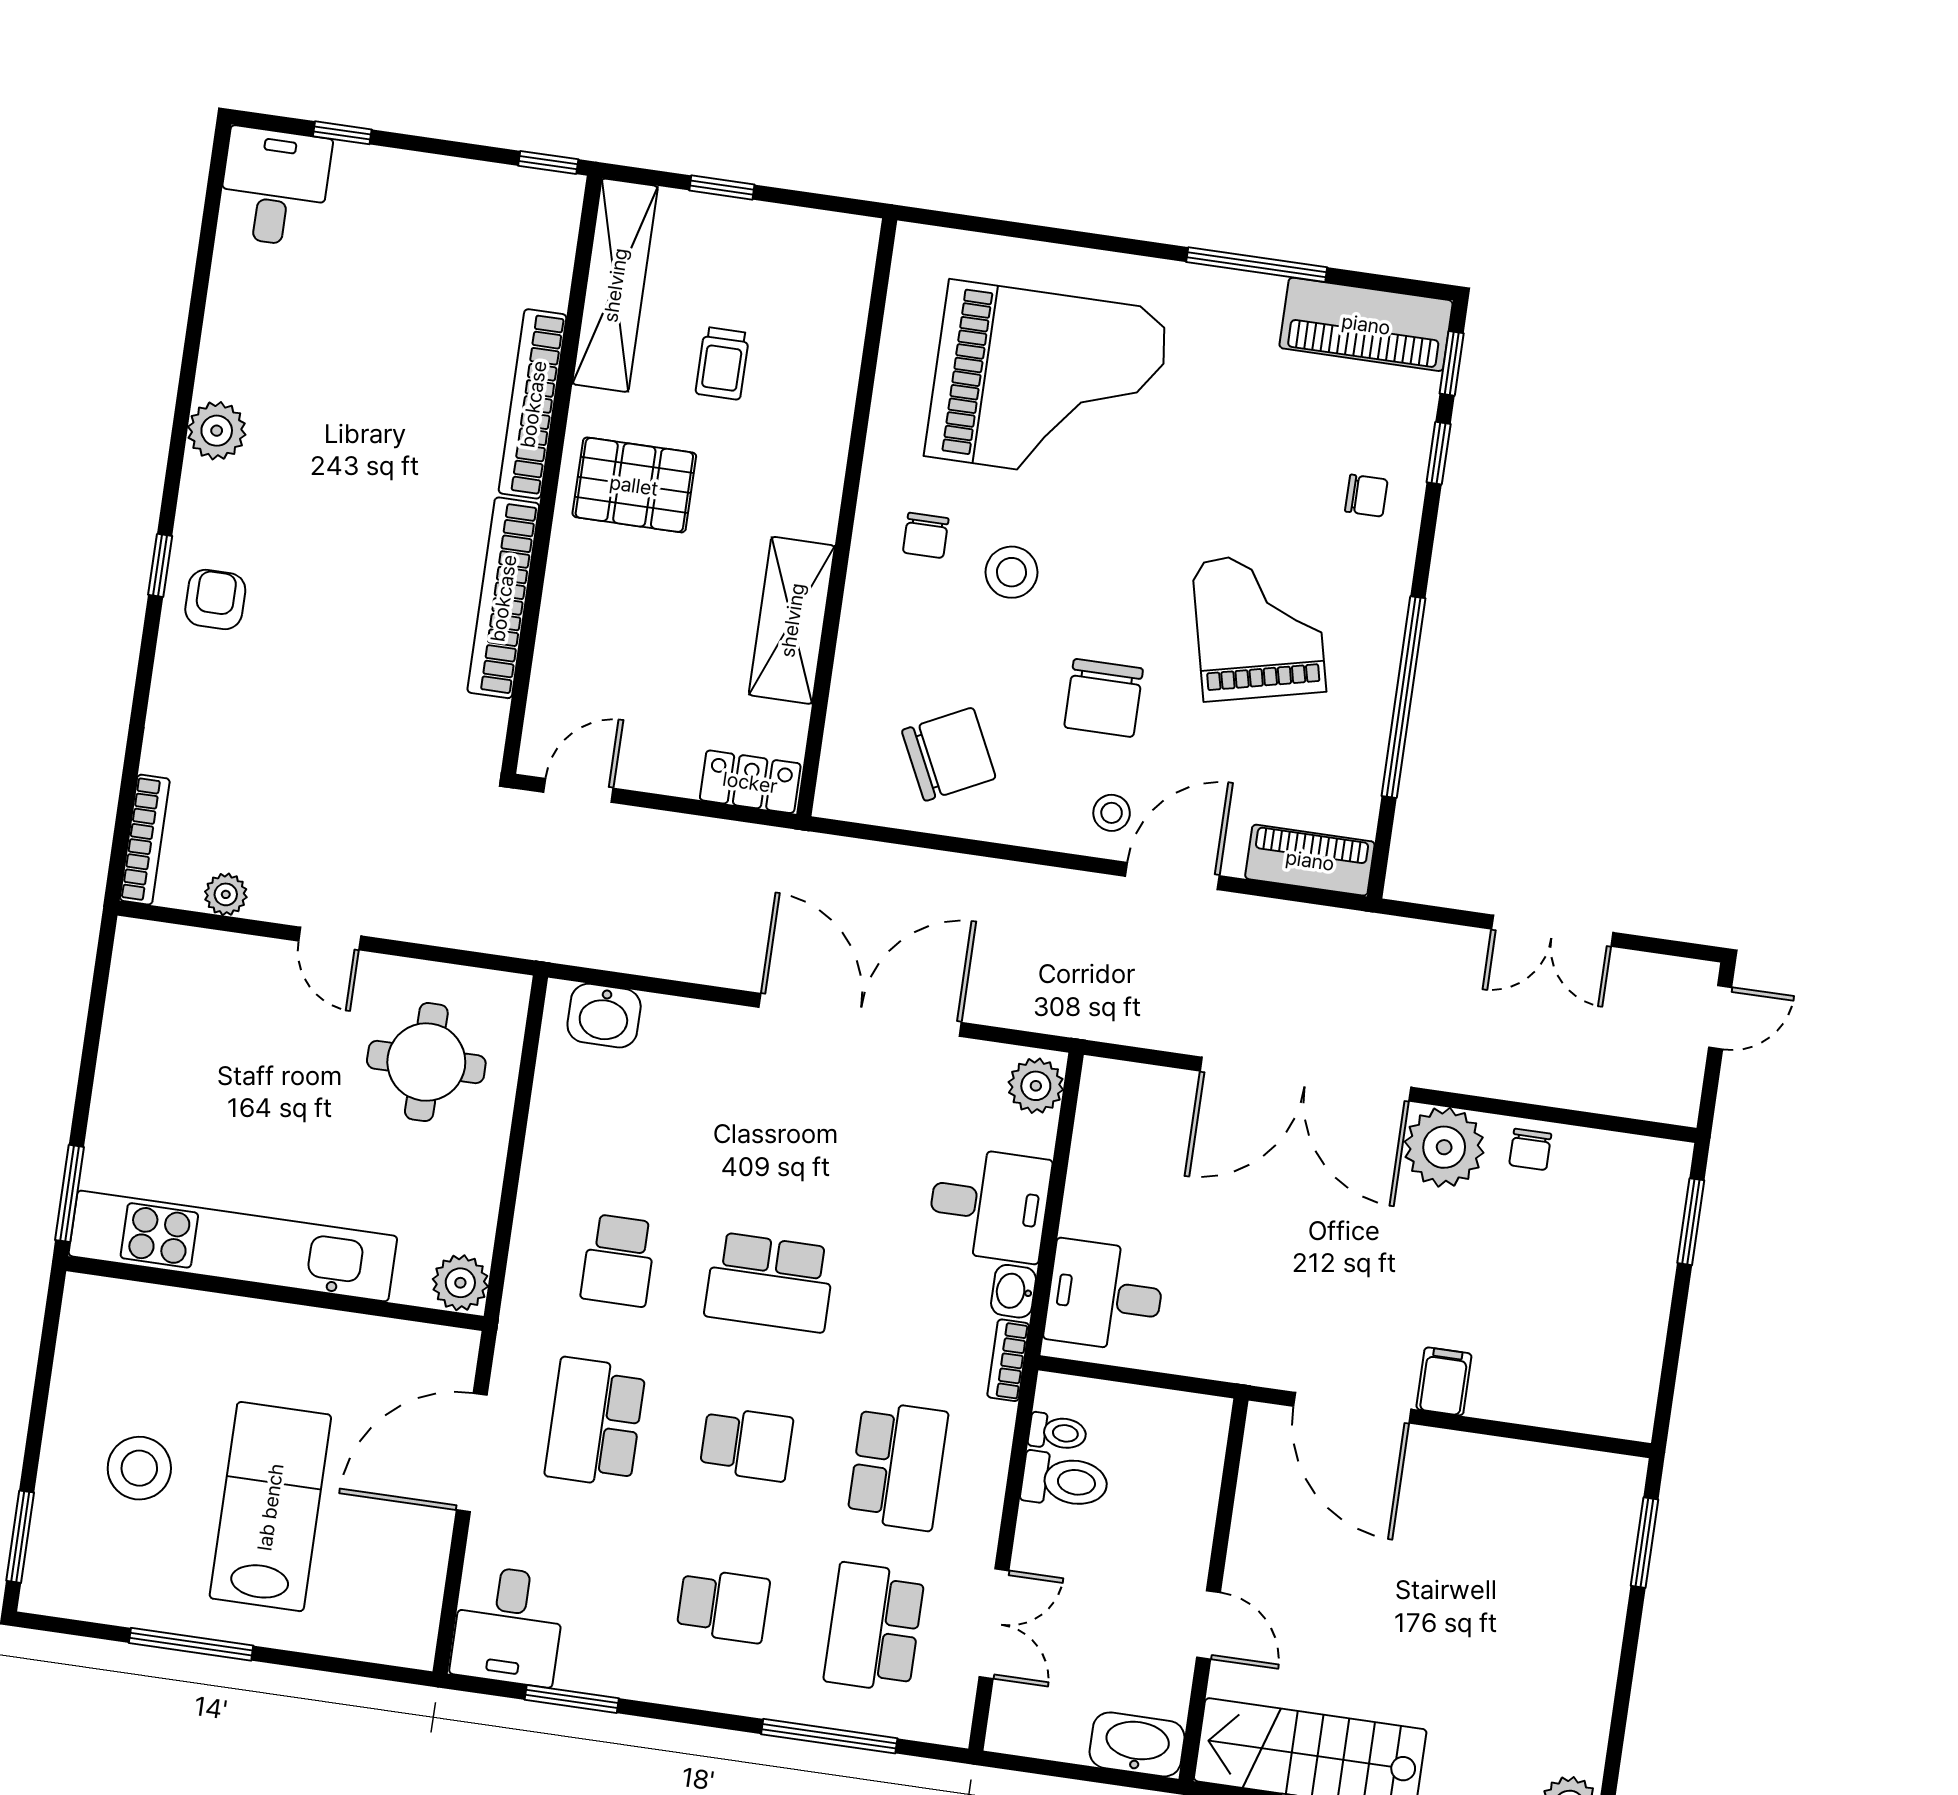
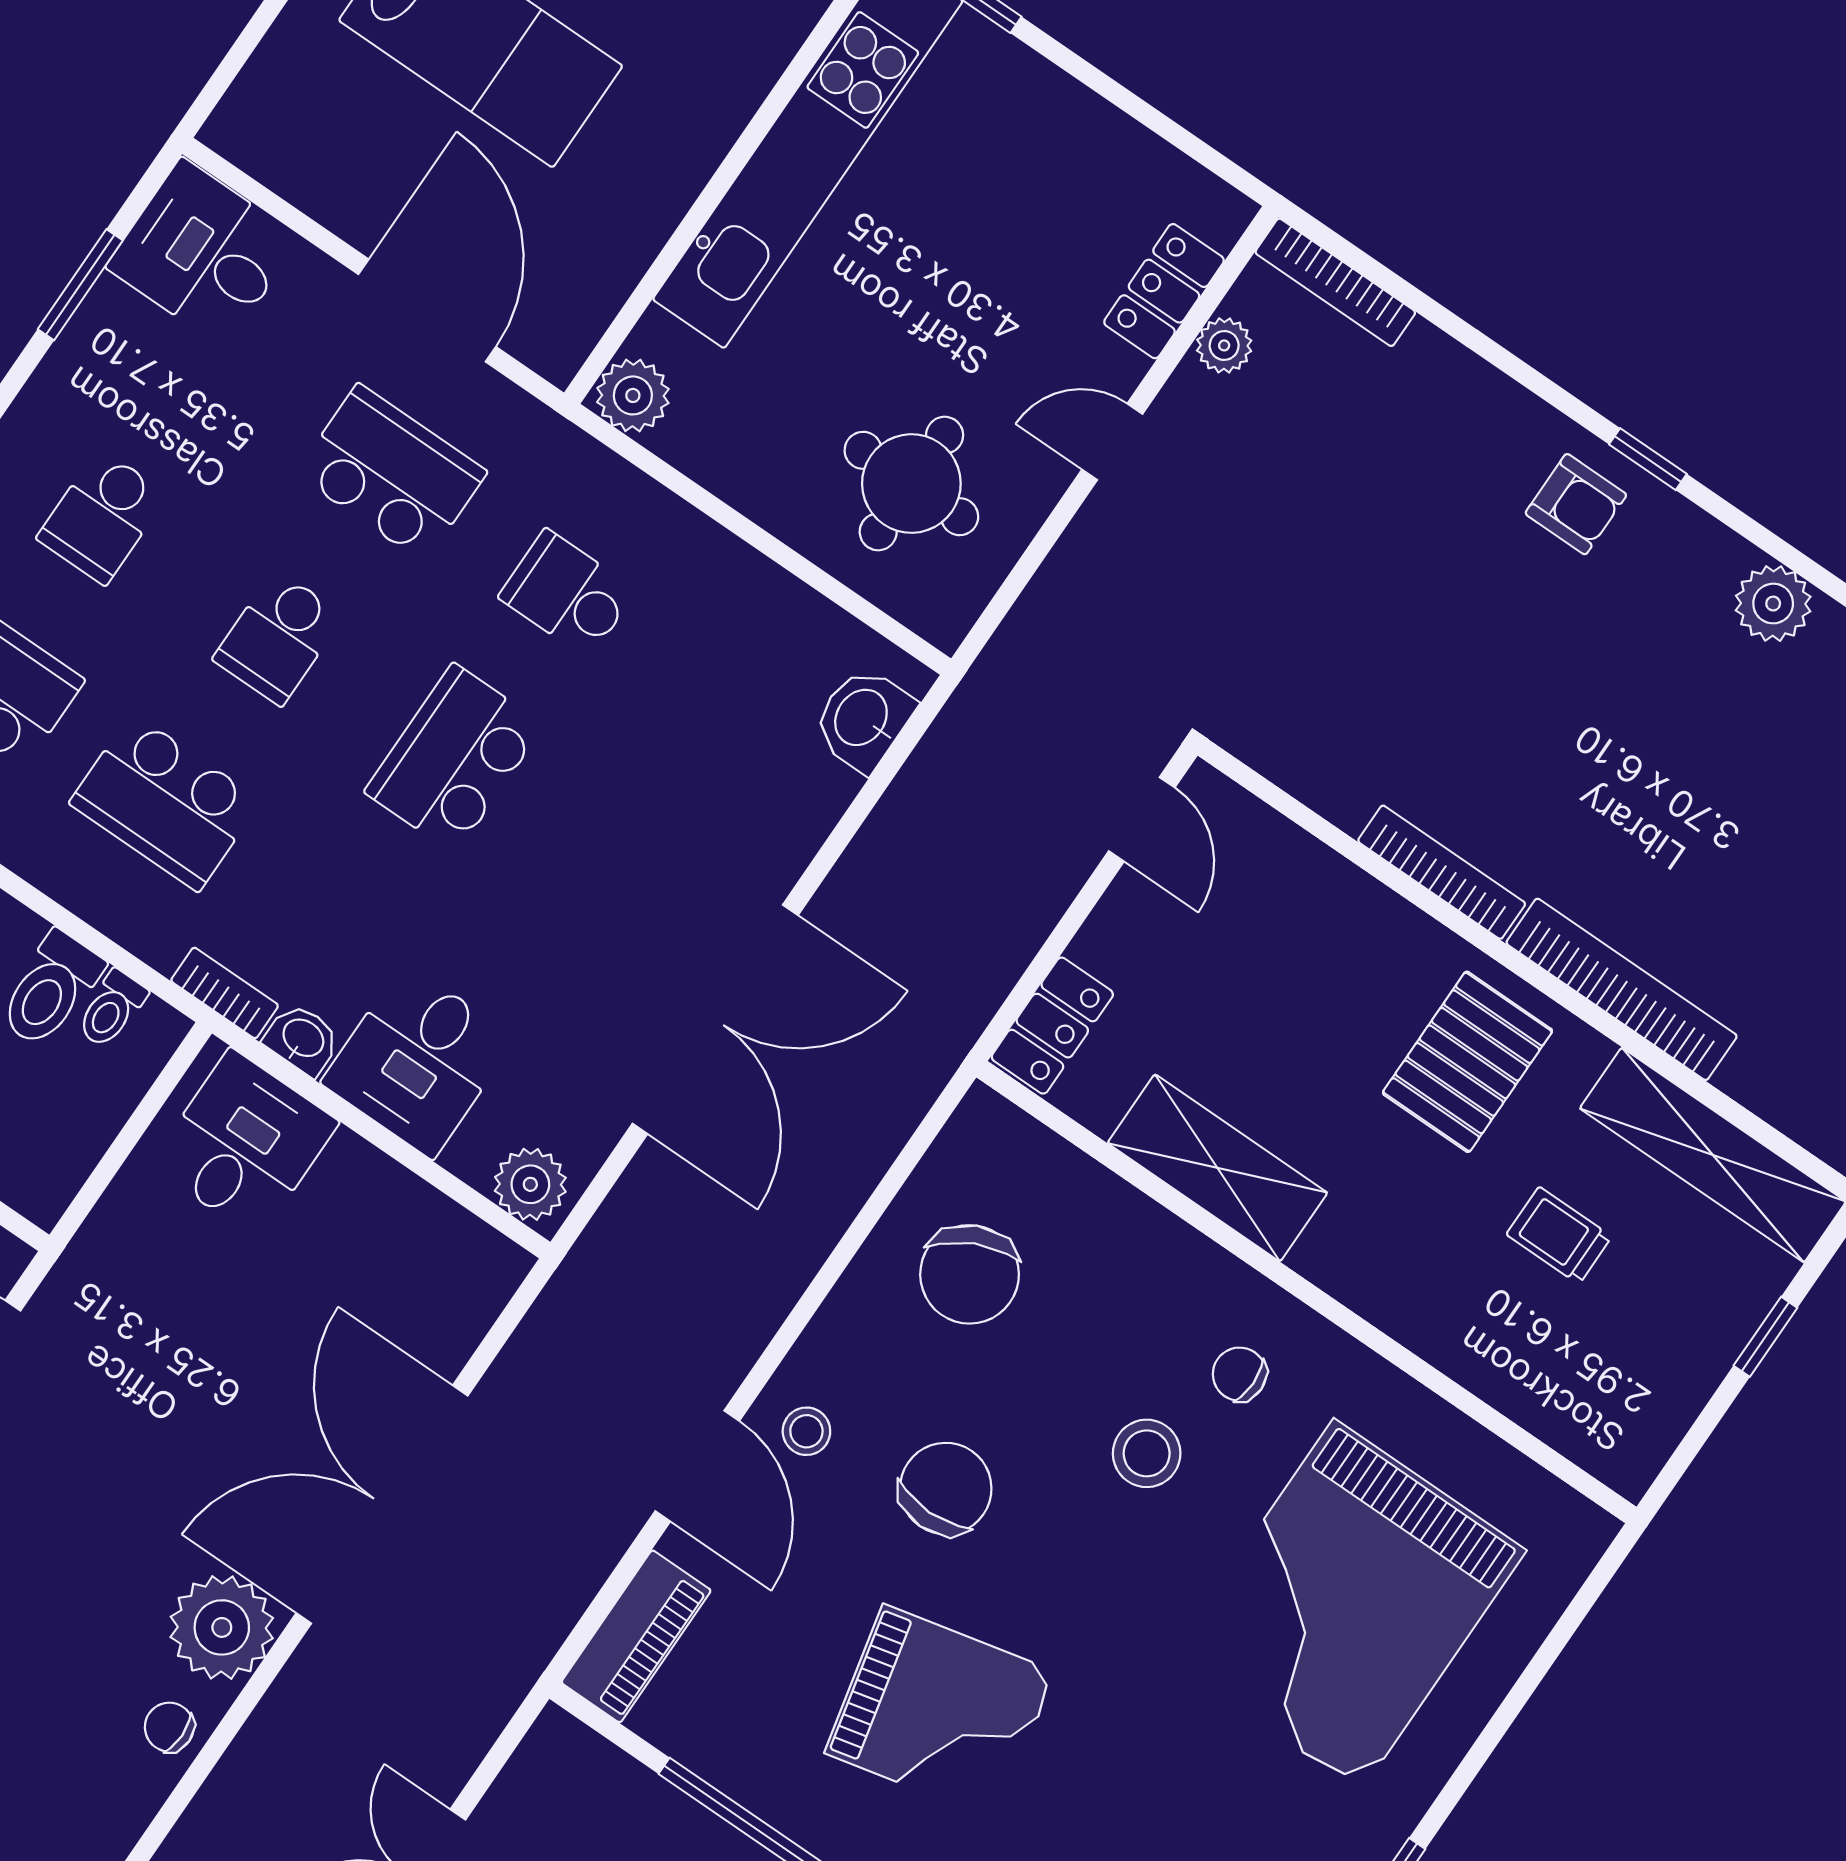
bookcase: (503, 598) -> (1442, 872), width x0.68, depth x0.76
chair: (1104, 698) -> (946, 1489), turned 90
locker: (209, 954) -> (1164, 291), added

